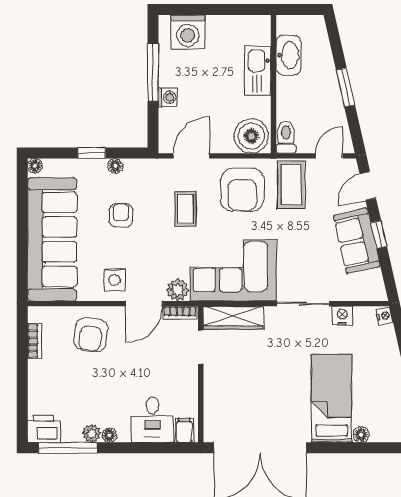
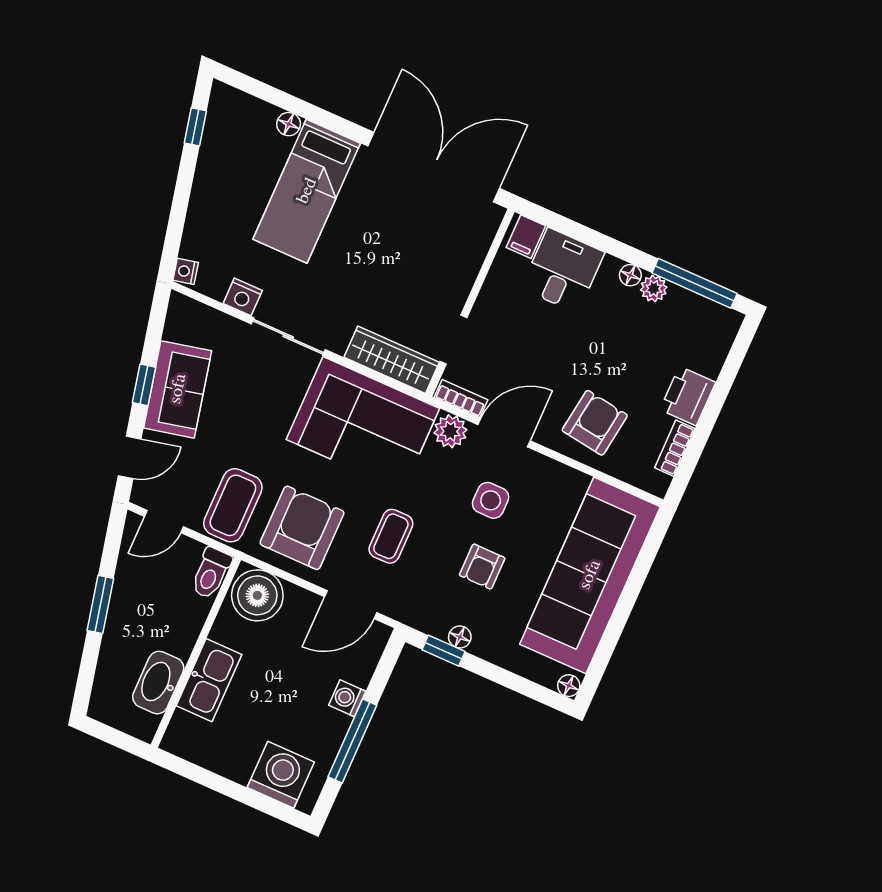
window: (92, 153) -> (444, 651), moved
side table: (115, 280) -> (491, 500), moved
printer: (44, 429) -> (688, 396), moved, turned 90

